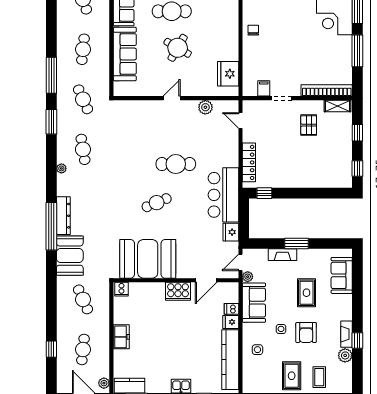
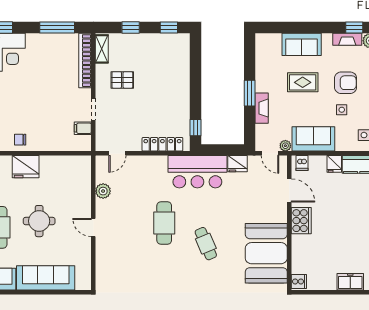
round table: (178, 48) -> (39, 221), turned -30
window: (357, 51) -> (57, 28), moved
fridge: (228, 74) -> (26, 167), moved
sofa: (342, 275) -> (302, 44), moved
dishwasher: (232, 309) -> (302, 163), moved

